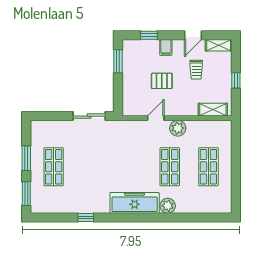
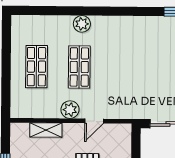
shelving: (213, 110) -> (46, 130), moved
freezer: (135, 203) -> (119, 27), removed

